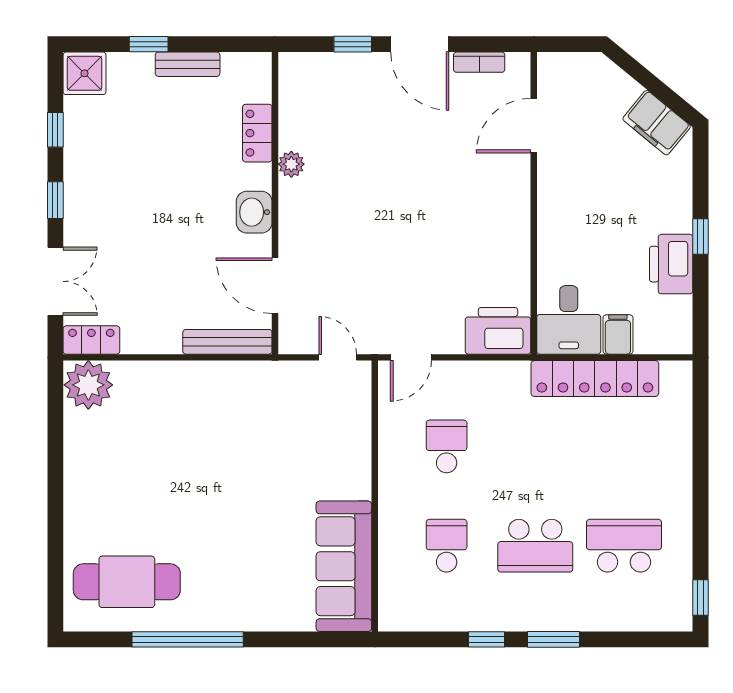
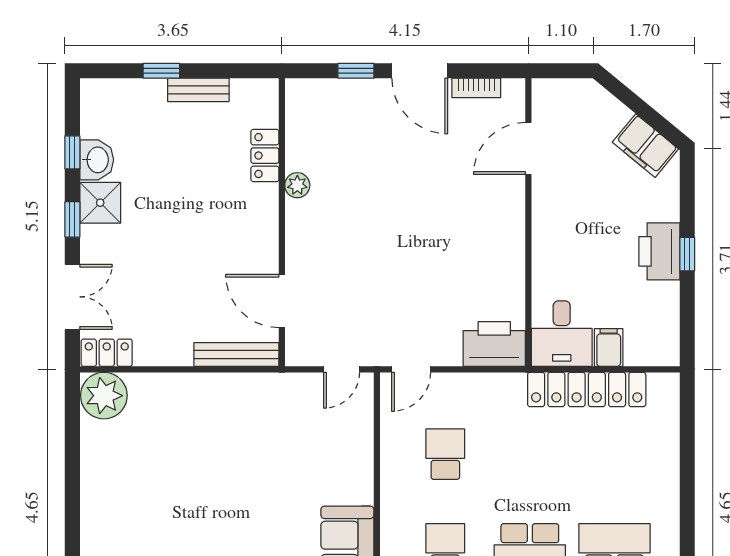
shower: (84, 73) -> (100, 203), moved
washbasin: (254, 212) -> (97, 160), moved, turned 180
printer: (671, 264) -> (659, 251), moved
door: (338, 357) -> (342, 369), swing flipped

